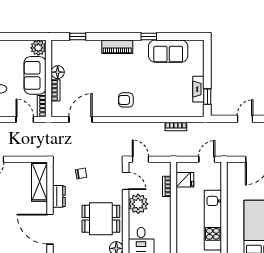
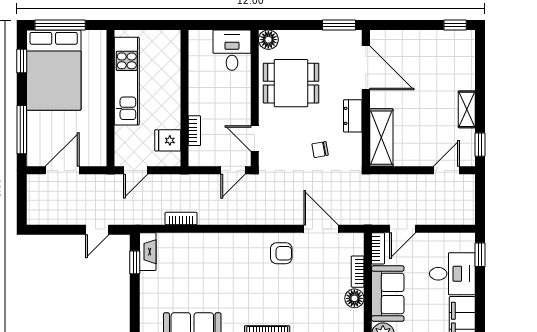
fireplace: (198, 89) -> (148, 252), moved
armchair: (126, 100) -> (281, 253), moved
door: (25, 119) -> (403, 229), hinge flipped
door: (80, 119) -> (321, 229), swing flipped
door: (245, 119) -> (97, 230), moved
door: (140, 159) -> (233, 170), hinge flipped
plant: (138, 204) -> (236, 105), removed

